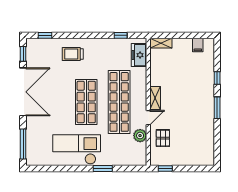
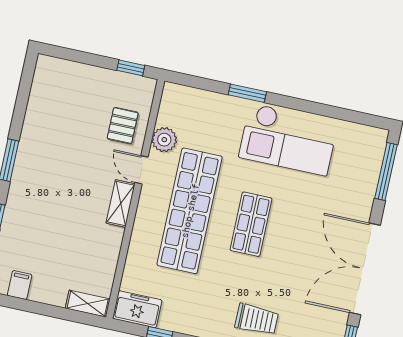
freezer: (139, 55) -> (137, 309), moved, turned -90
shop shelf: (86, 102) -> (251, 224), width x0.70, depth x0.74
door: (148, 118) -> (142, 170), hinge flipped

